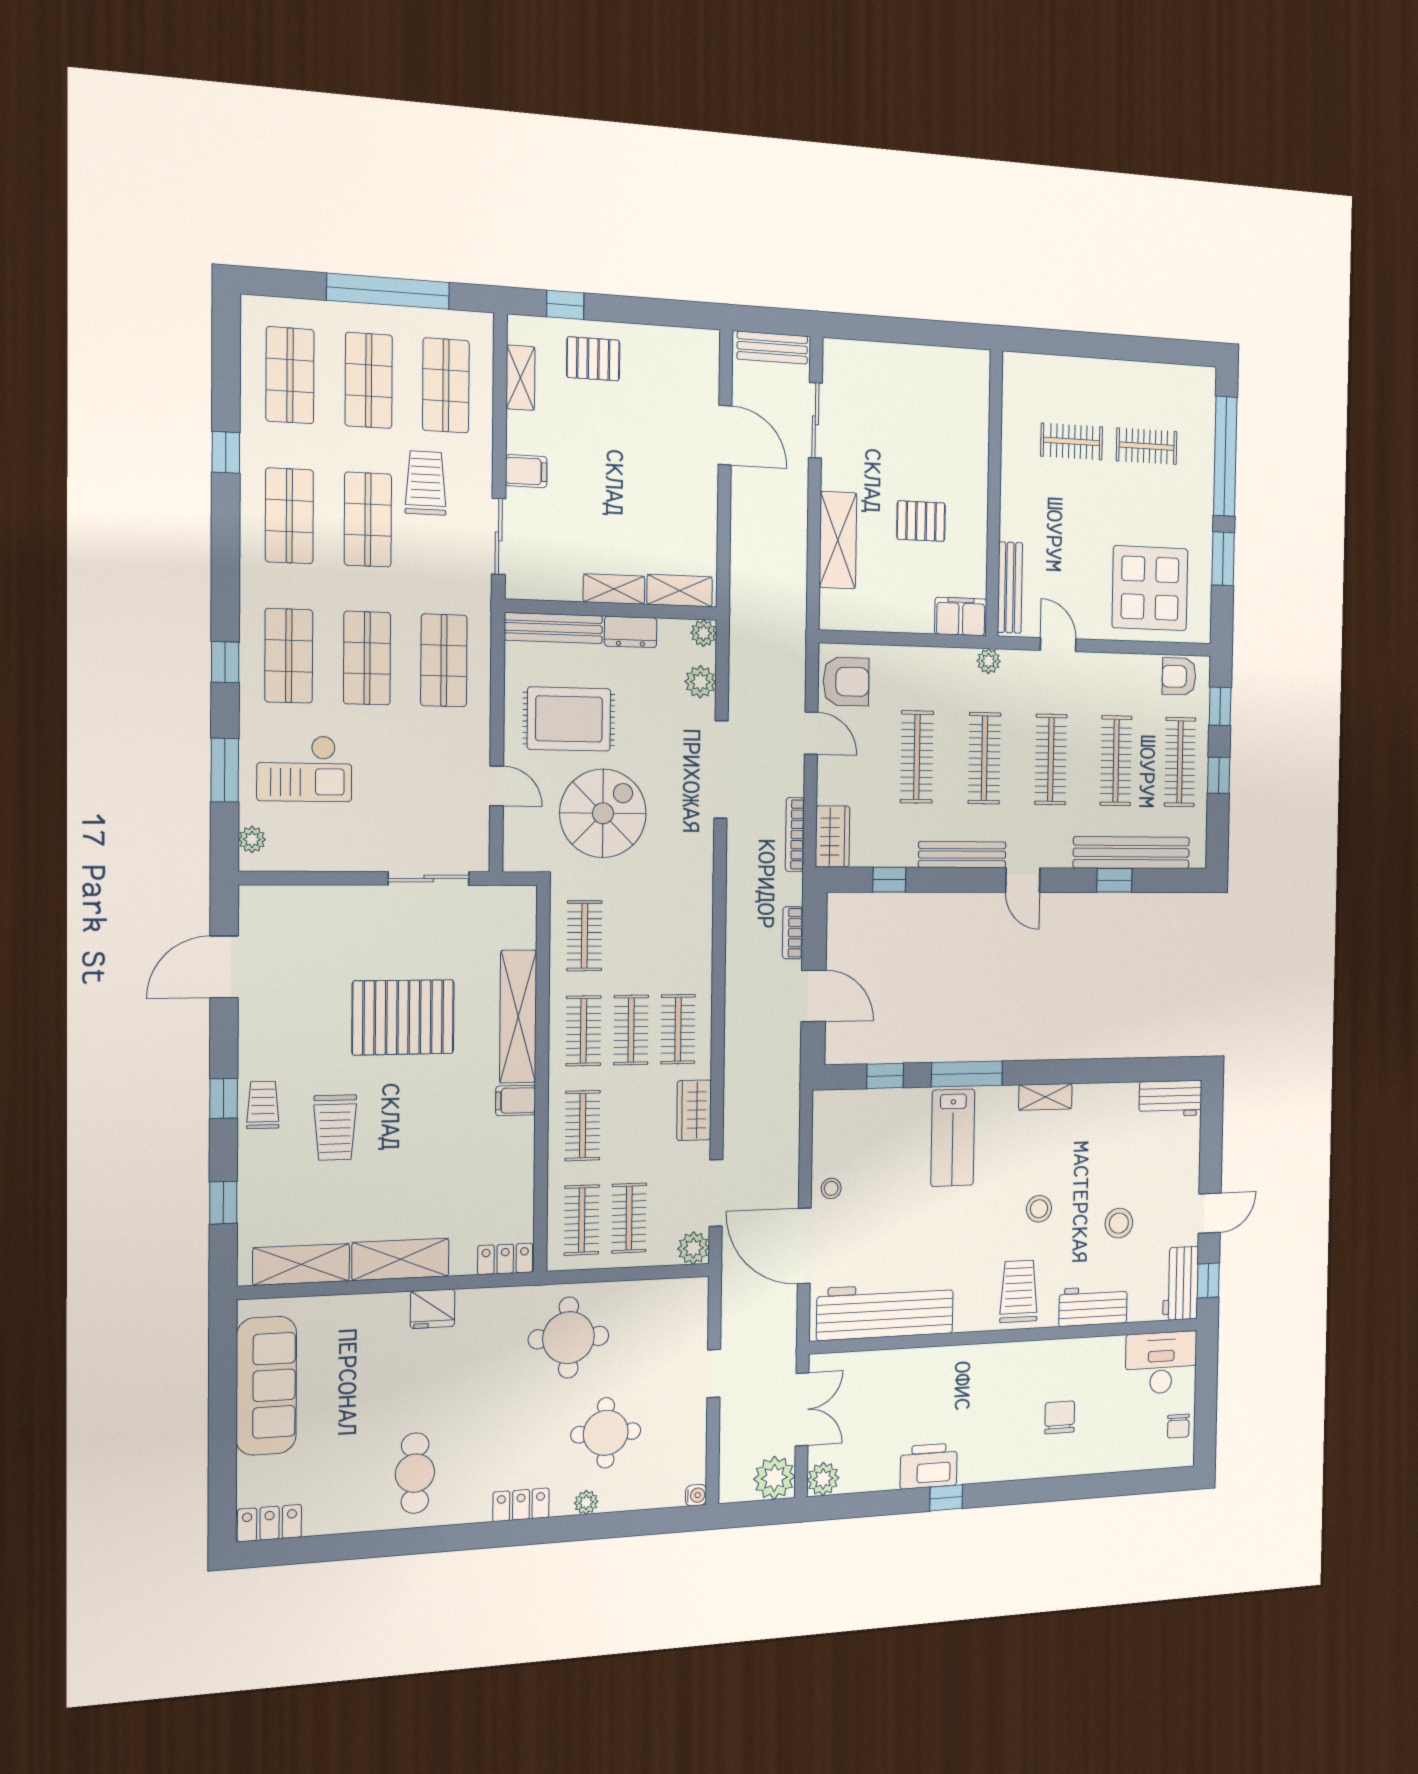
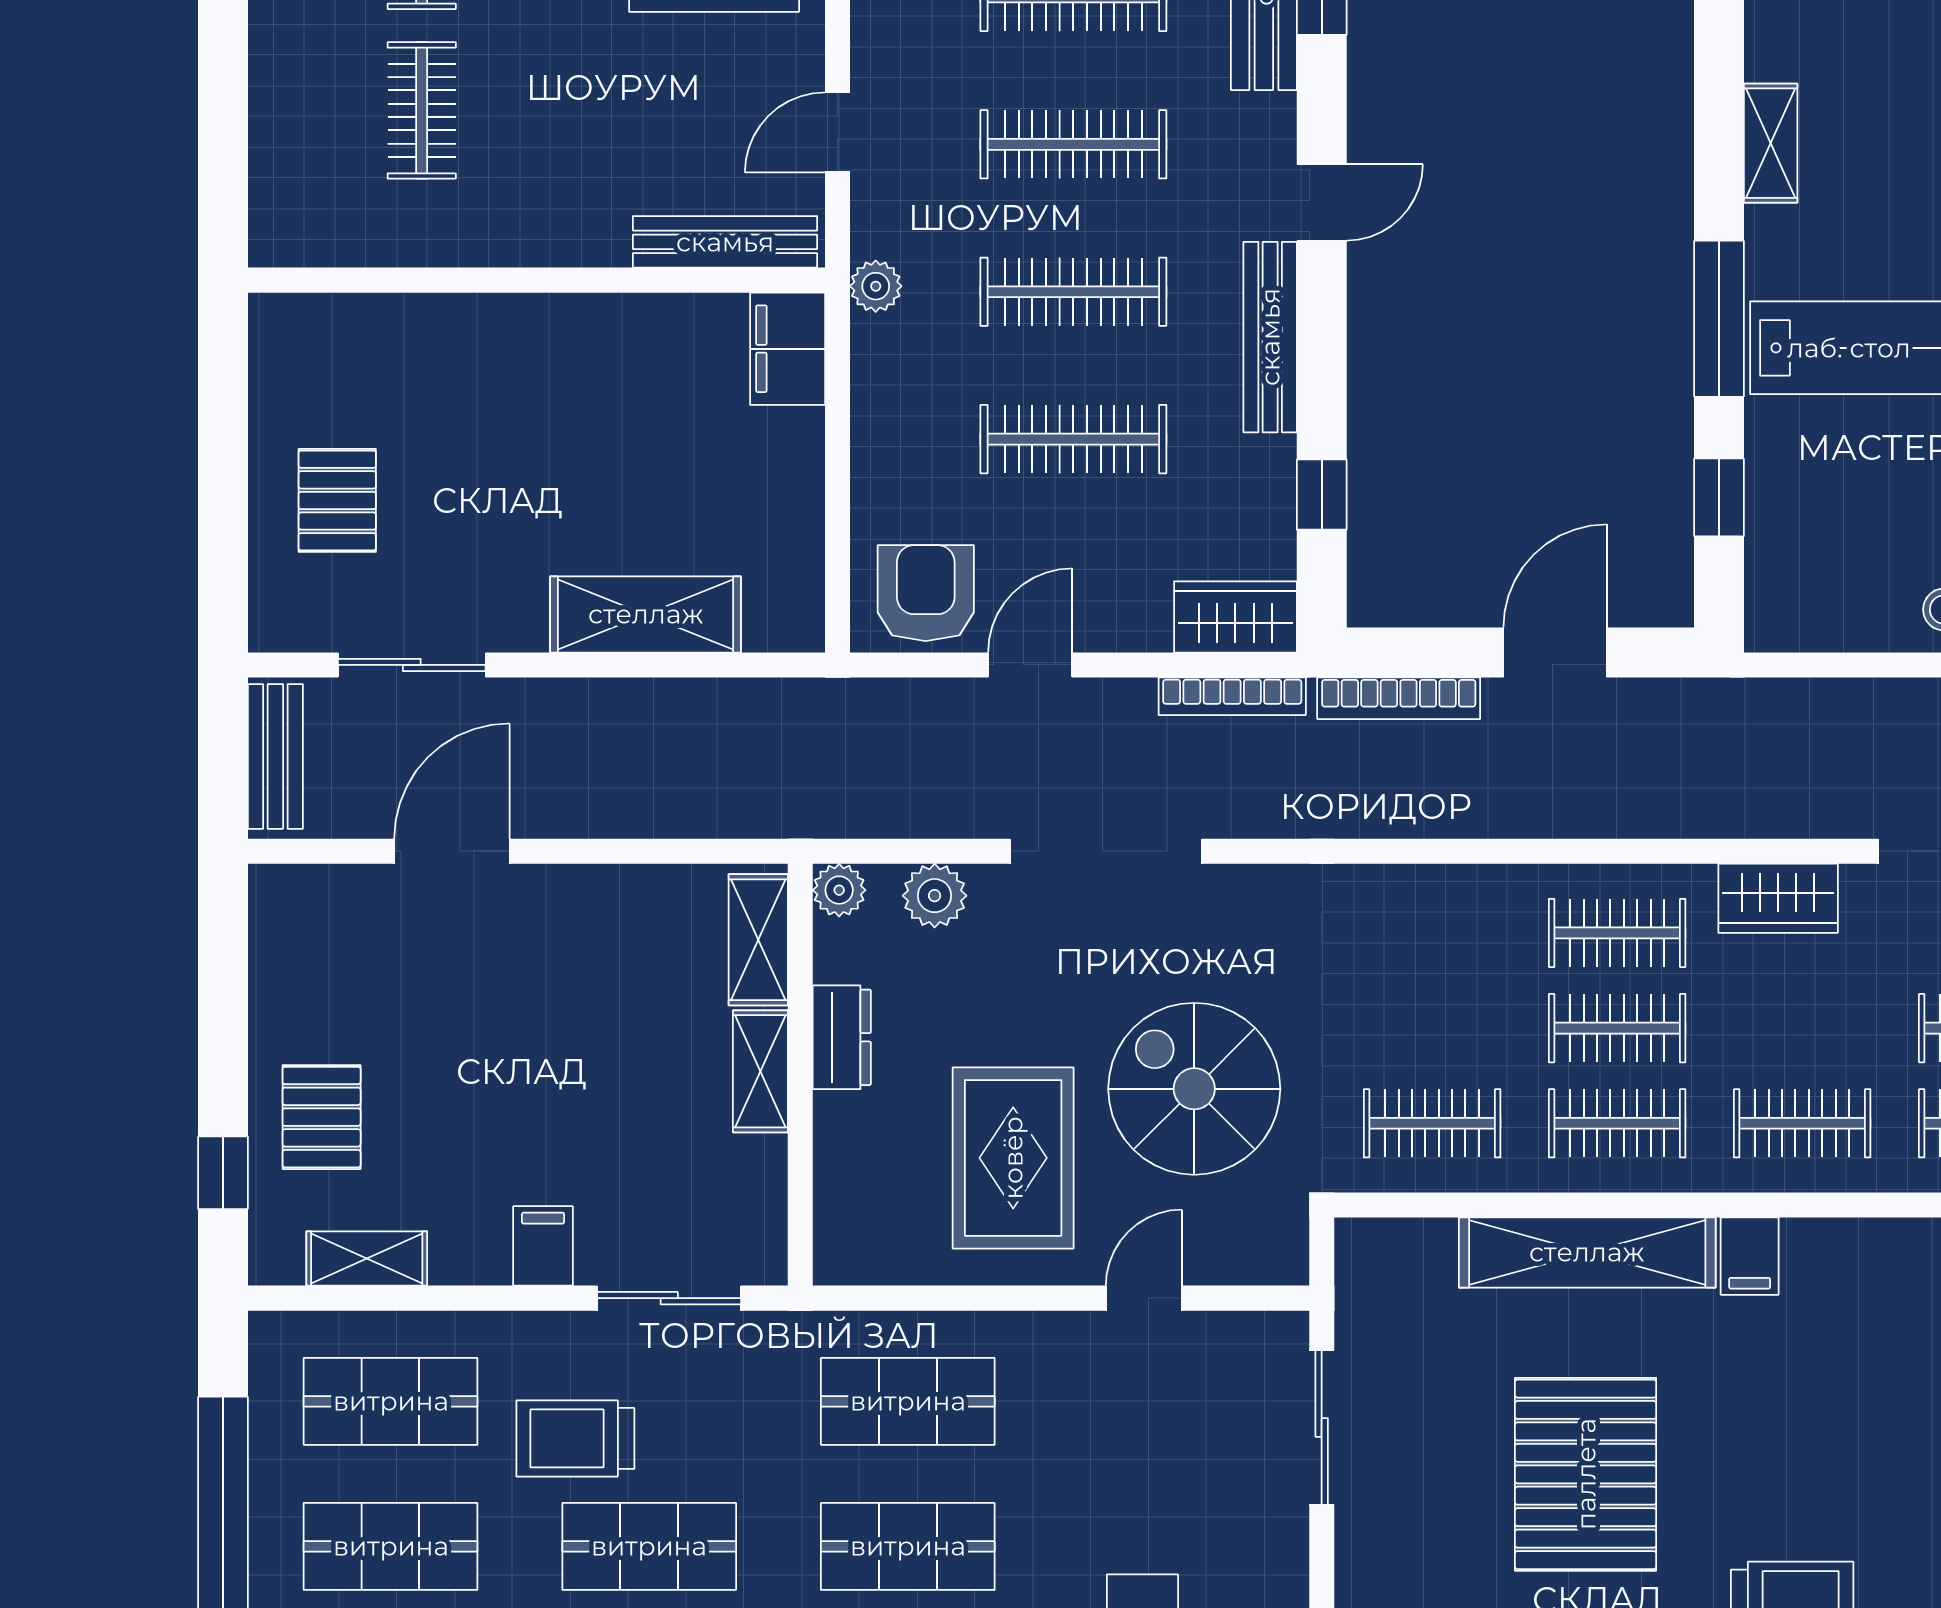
pallet: (921, 521) -> (337, 500), moved
bench: (554, 628) -> (839, 1190), removed
bookcase: (793, 933) -> (1399, 698), width x1.56

